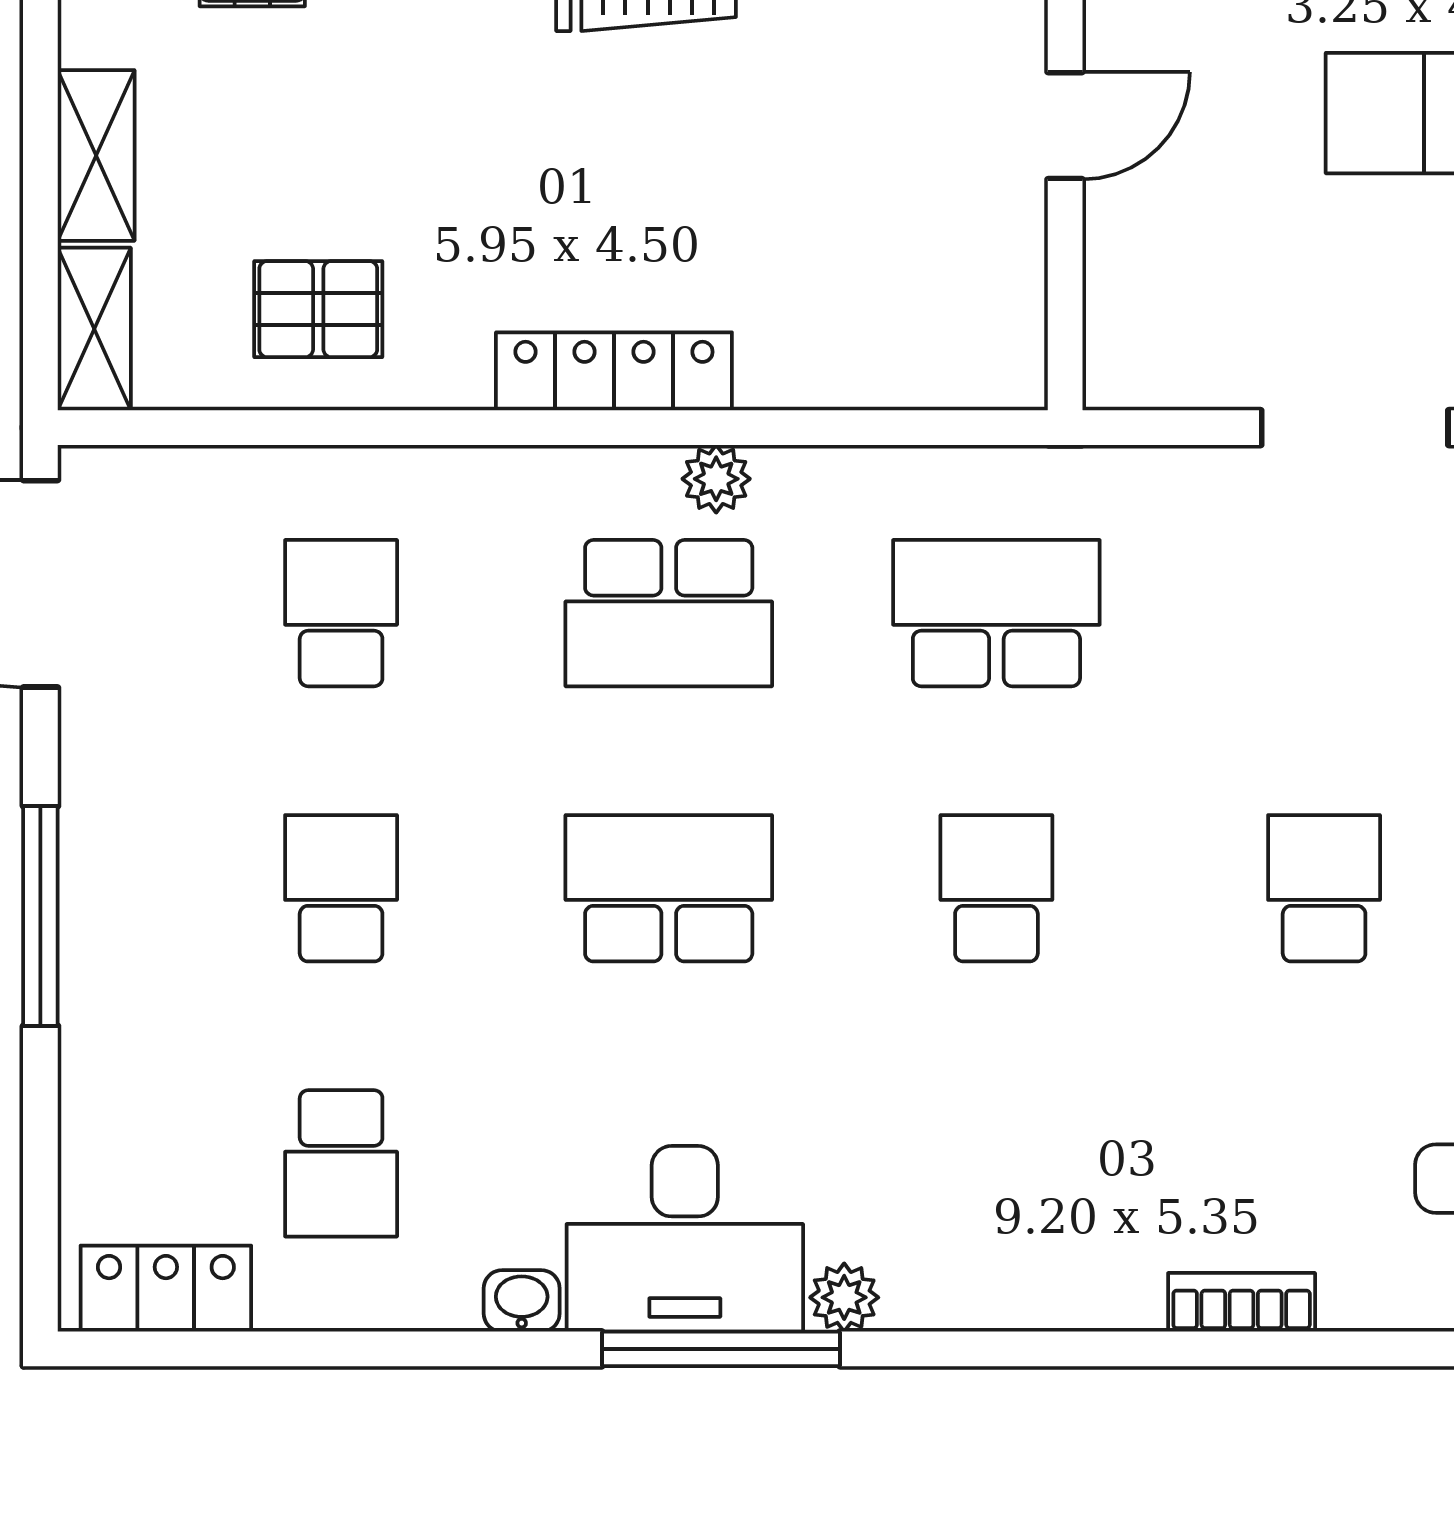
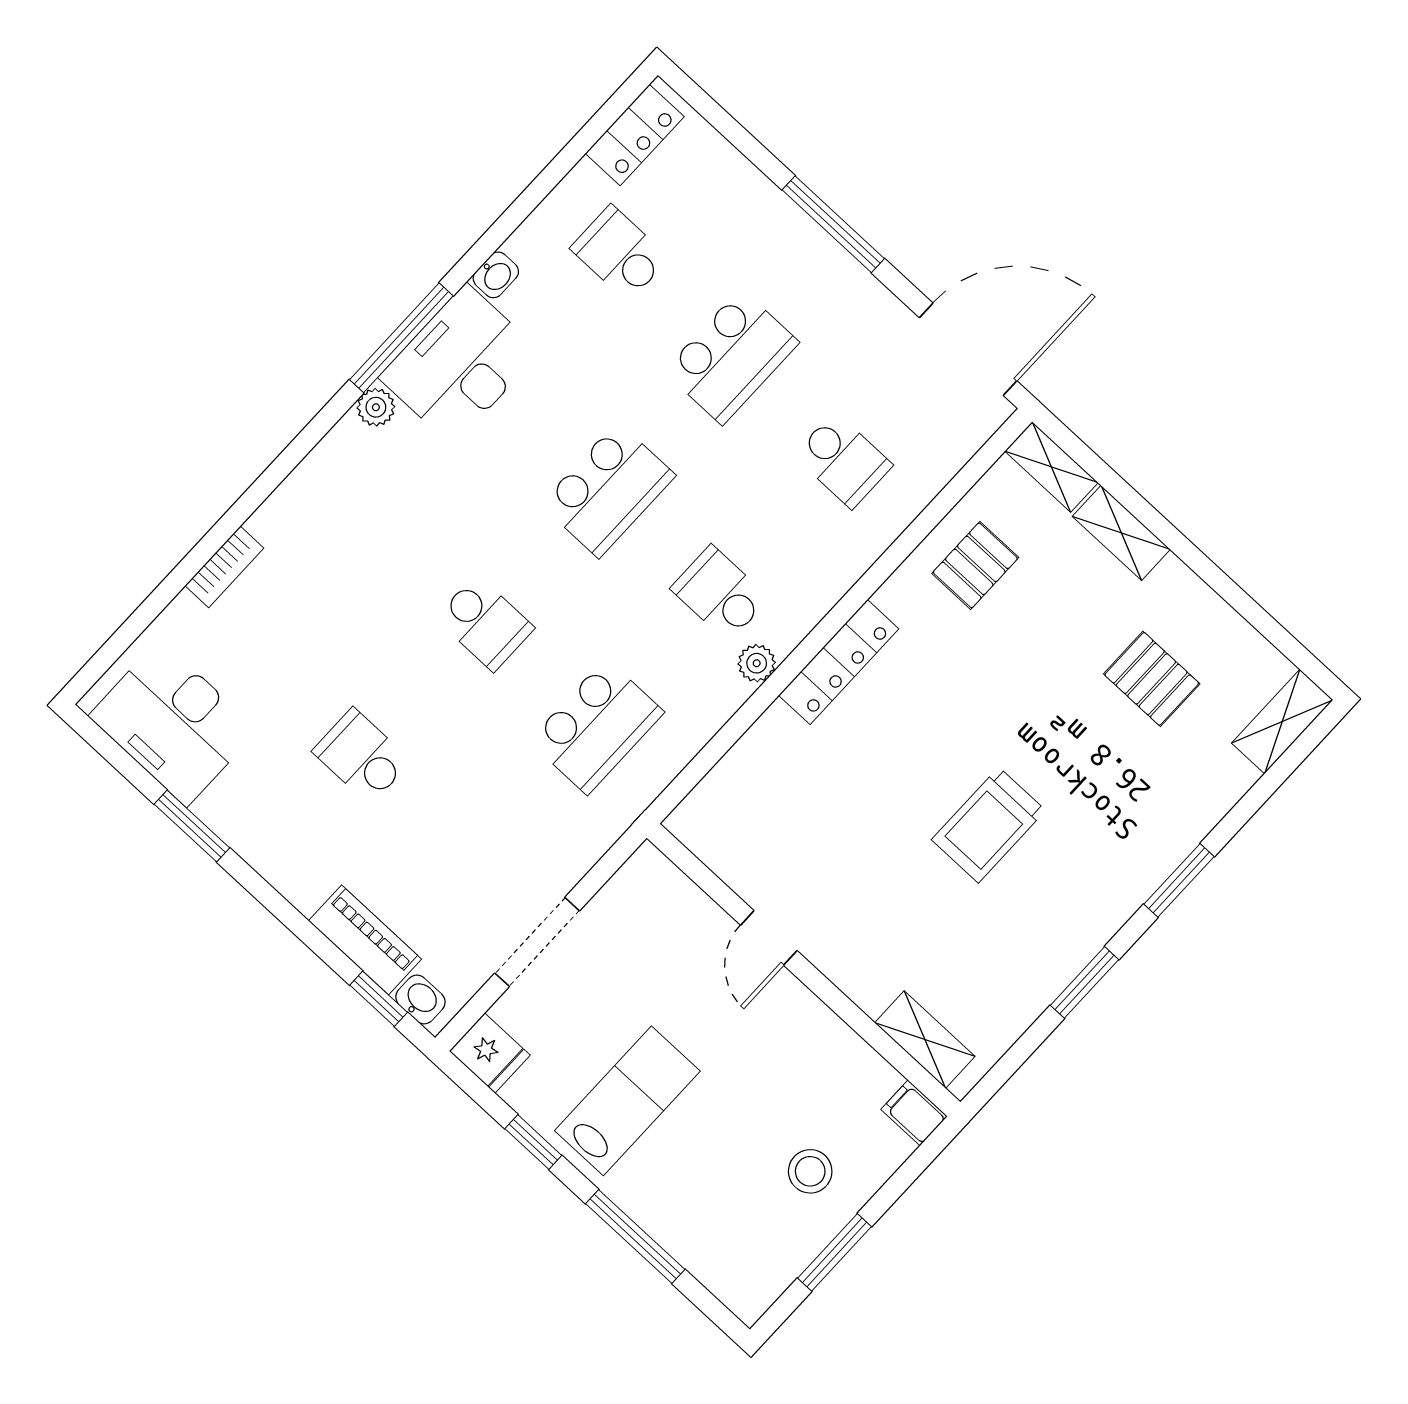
school desk: (669, 613) -> (720, 593), width x0.54
school desk: (341, 888) -> (731, 357), width x1.85
school desk: (1324, 888) -> (362, 756), turned 180

